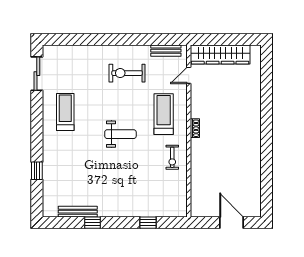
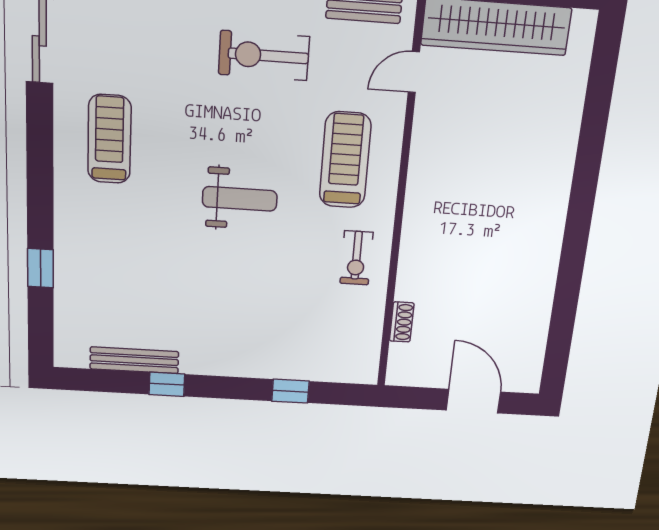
shoe rack: (195, 128) -> (402, 322), moved

